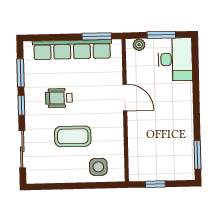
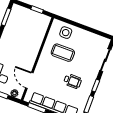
door: (125, 97) -> (29, 80), moved
coffee table: (73, 136) -> (63, 53), moved

